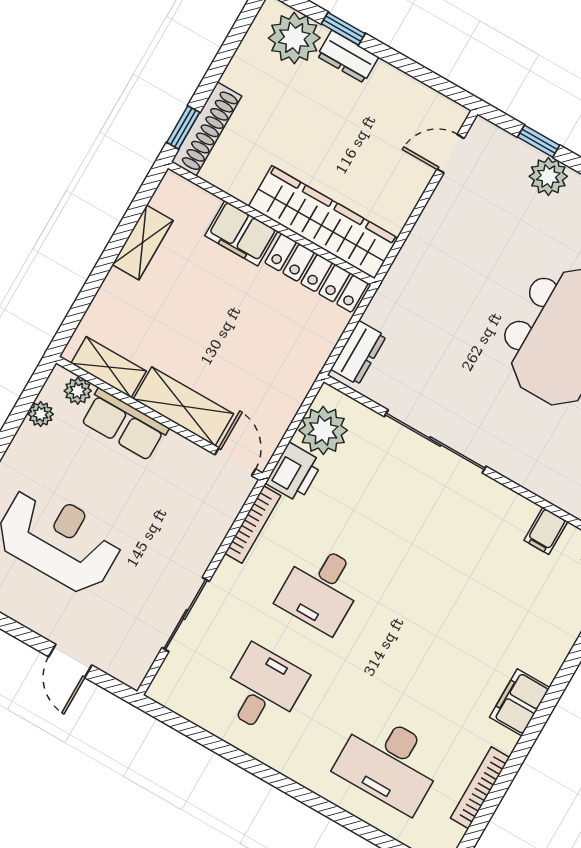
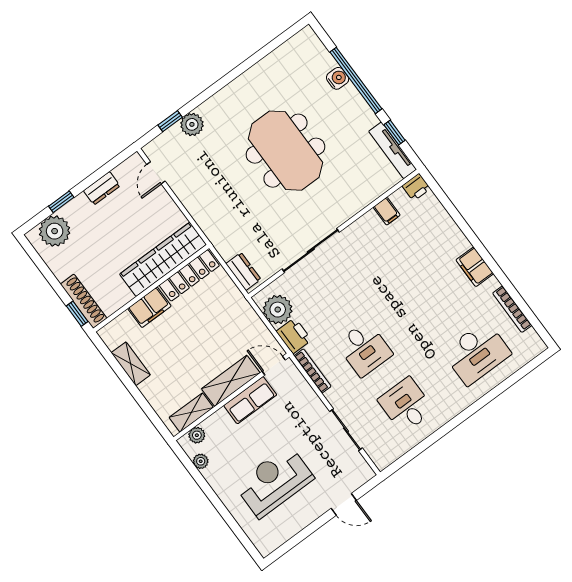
dresser: (348, 57) -> (102, 188), moved
row of seats: (124, 425) -> (250, 400), moved

